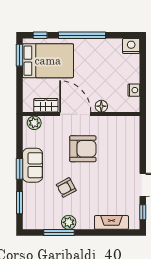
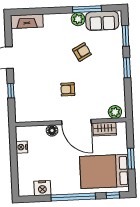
nightstand: (131, 46) -> (42, 188), moved
window: (20, 55) -> (131, 159), moved
armchair: (83, 149) -> (68, 89), width x0.53, depth x0.53
sofa: (33, 165) -> (102, 21), moved, turned -90
window: (143, 212) -> (11, 91), moved
fireplace: (111, 222) -> (27, 21), moved

